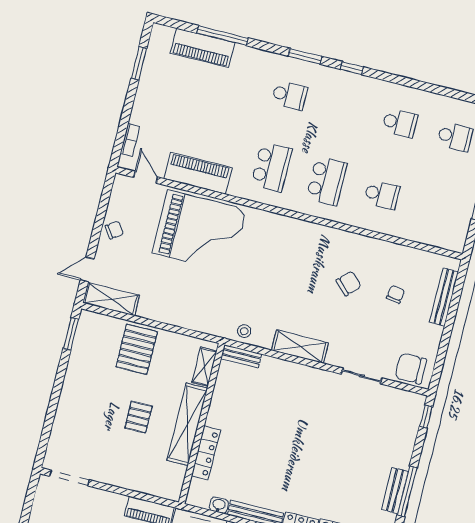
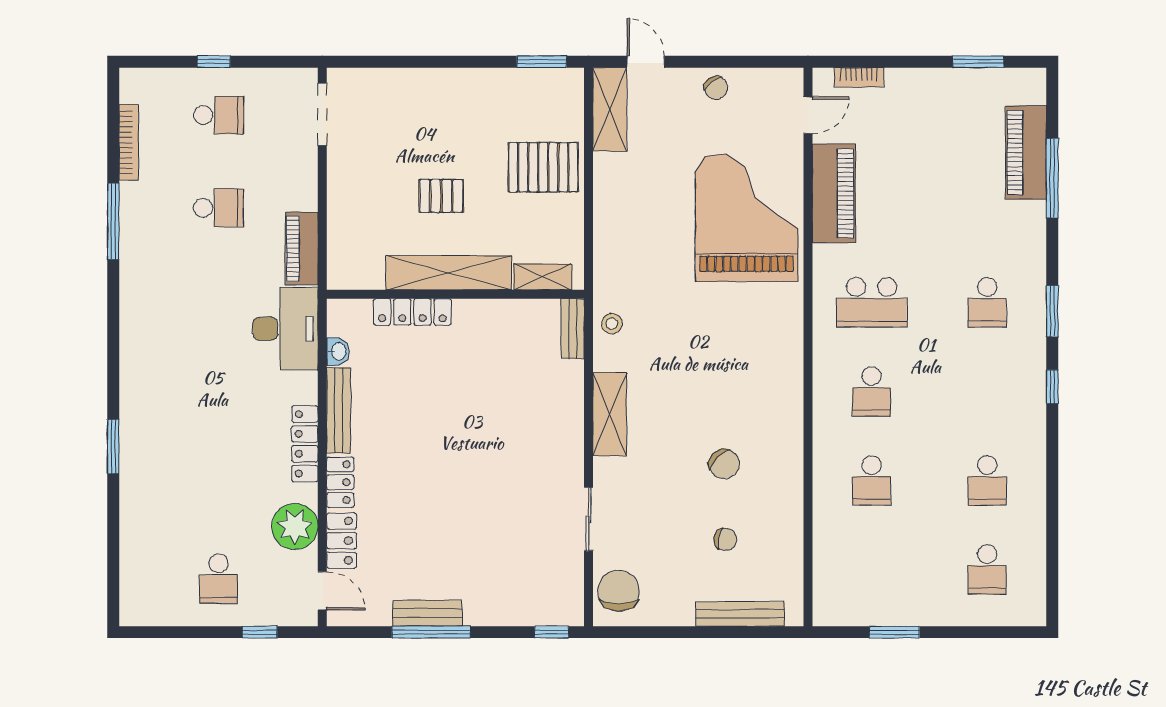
school desk: (327, 181) -> (872, 391), width x0.54
grand piano: (200, 231) -> (747, 218), turned 180

